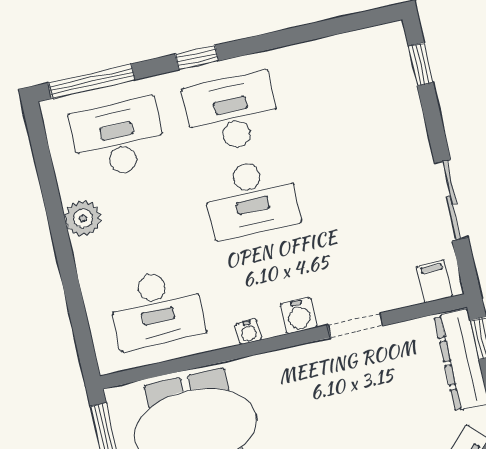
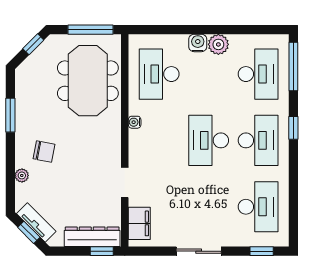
desk: (346, 87) -> (258, 207), added
sliding door: (451, 200) -> (199, 251), moved
filing cabinet: (434, 282) -> (139, 223), width x2.00
water cooler: (299, 316) -> (198, 43), moved, turned 90

